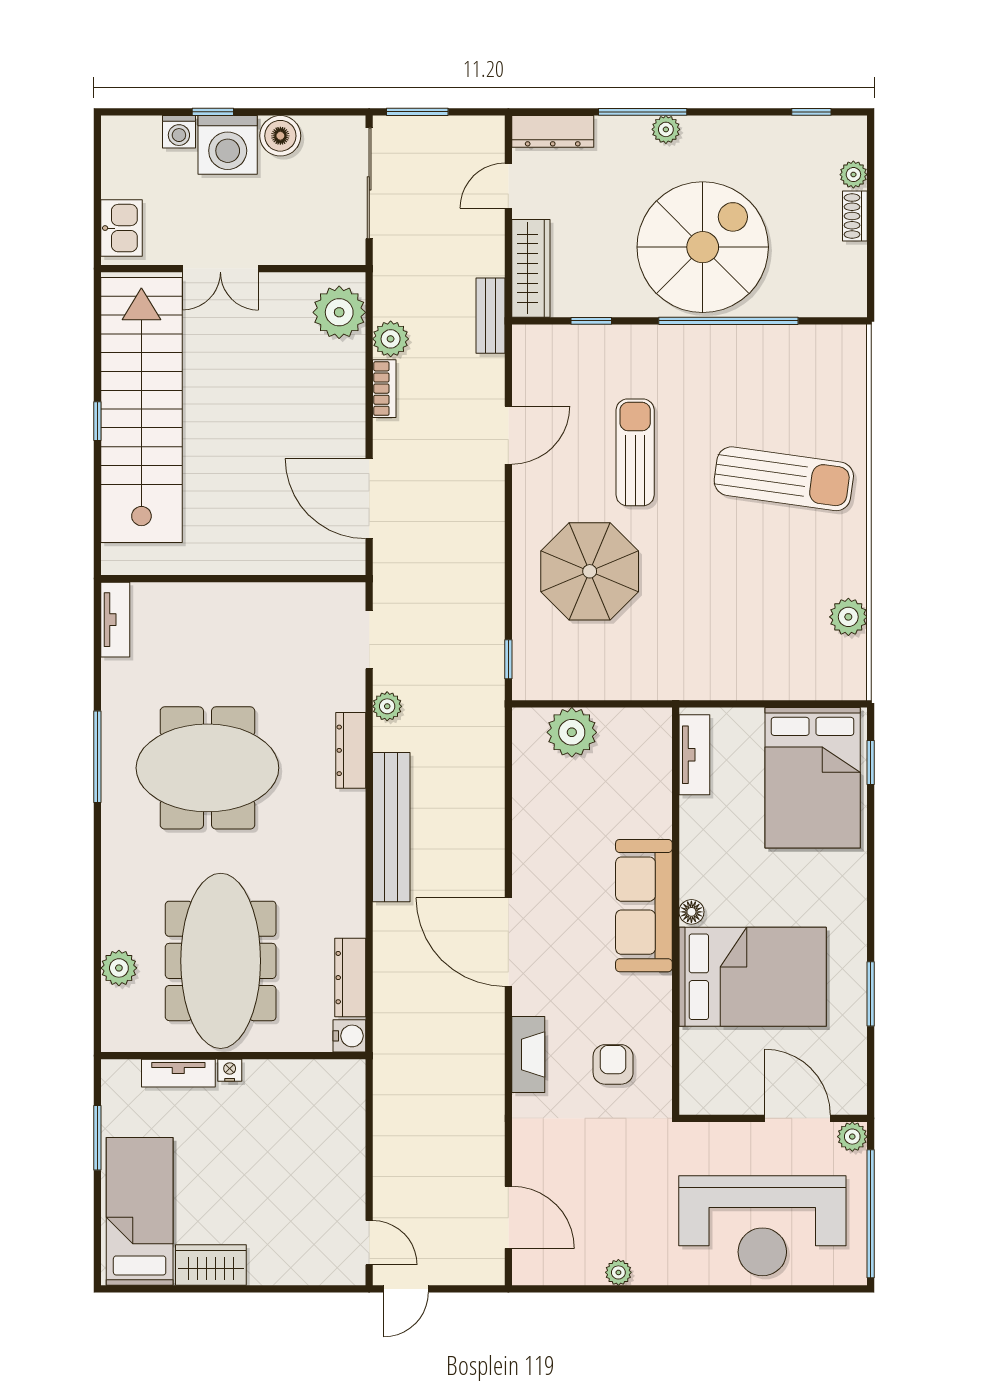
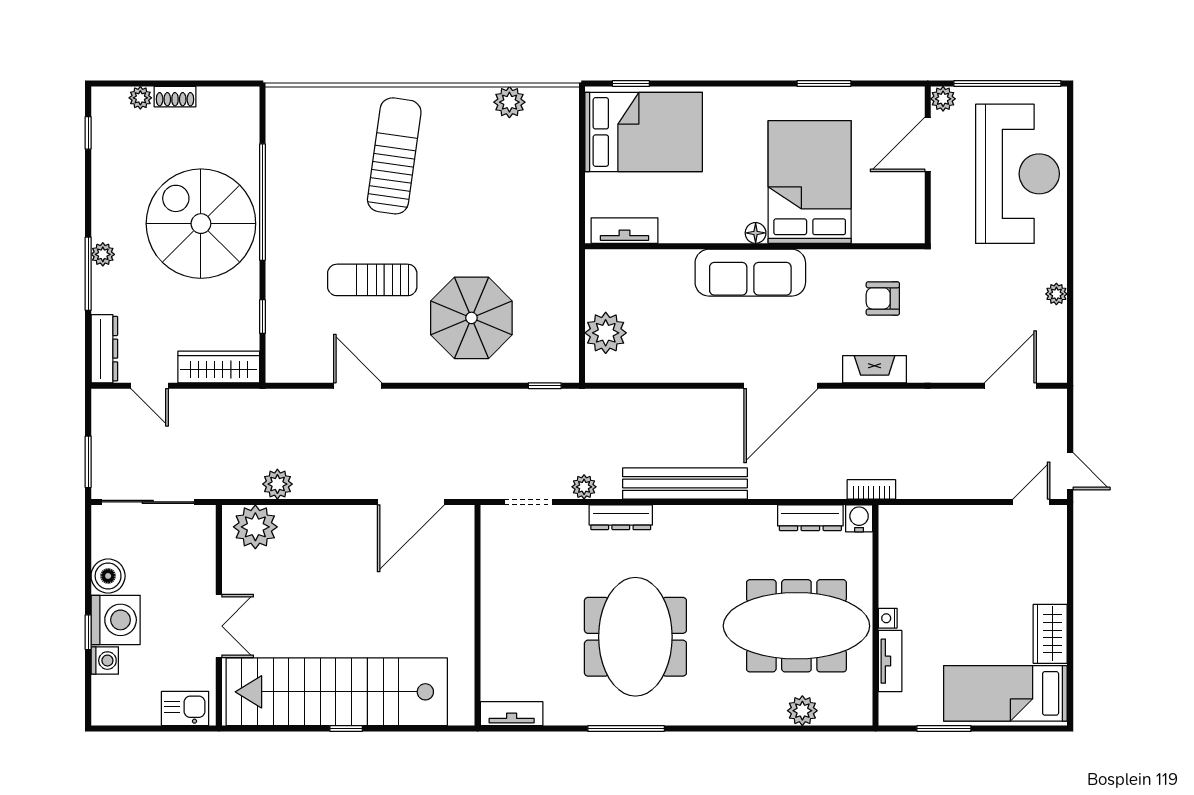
bench: (491, 316) -> (258, 401), removed
bookcase: (384, 389) -> (871, 489), moved

